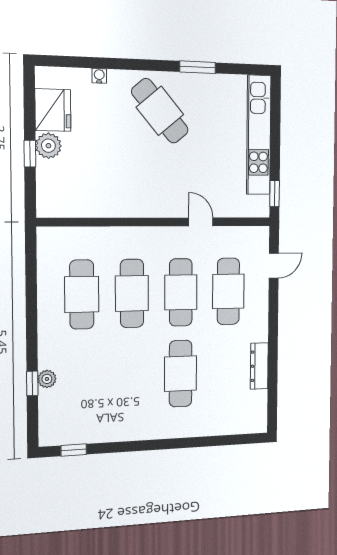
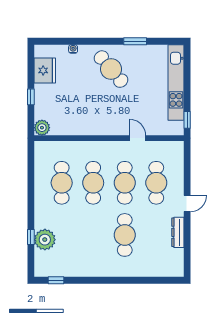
plant: (48, 146) -> (42, 128), moved
door: (274, 266) -> (187, 203), moved
plant: (47, 379) -> (45, 240), width x1.88, depth x1.88

